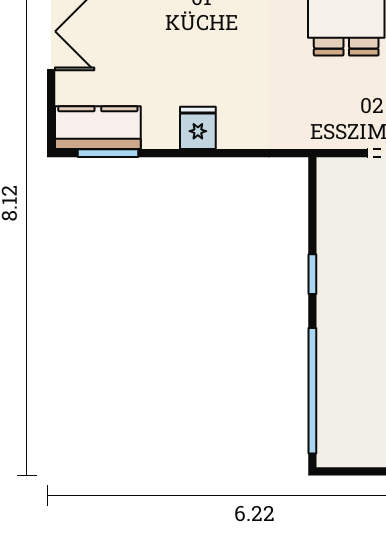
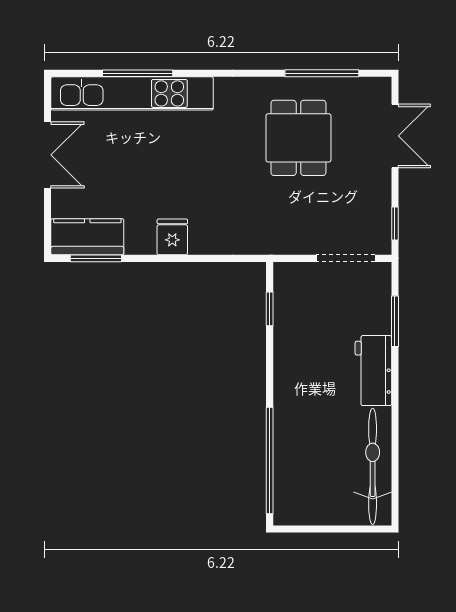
window: (312, 274) -> (270, 309), moved

